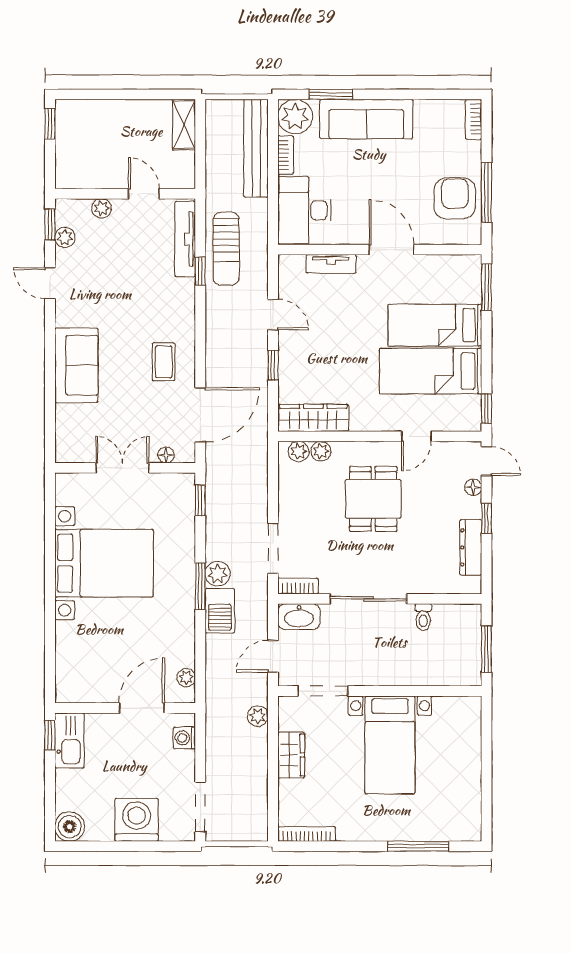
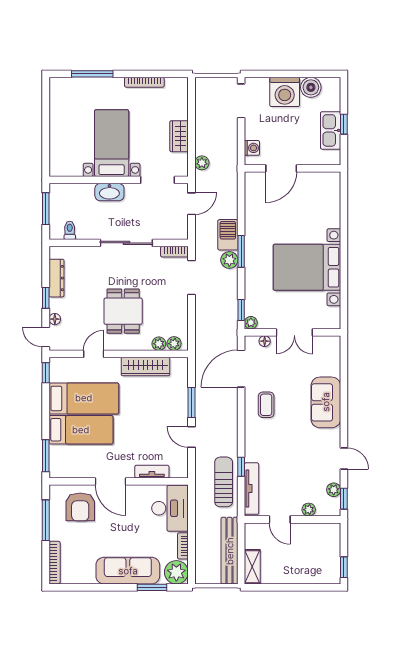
bookcase: (474, 119) -> (55, 563), width x1.56
bench: (256, 148) -> (230, 551), moved
armchair: (455, 198) -> (80, 507), moved
window: (273, 365) -> (191, 402), width x1.50
wardrobe: (313, 418) -> (145, 367), moved
washbasin: (299, 617) -> (109, 192), moved, turned 180
toilet: (423, 617) -> (70, 230), moved
plant: (186, 678) -> (251, 323), moved
window: (50, 735) -> (344, 124), moved
kitchen sink: (69, 741) -> (331, 130), moved
boiler: (70, 827) -> (311, 87), moved
bookcase: (307, 834) -> (144, 82), moved

